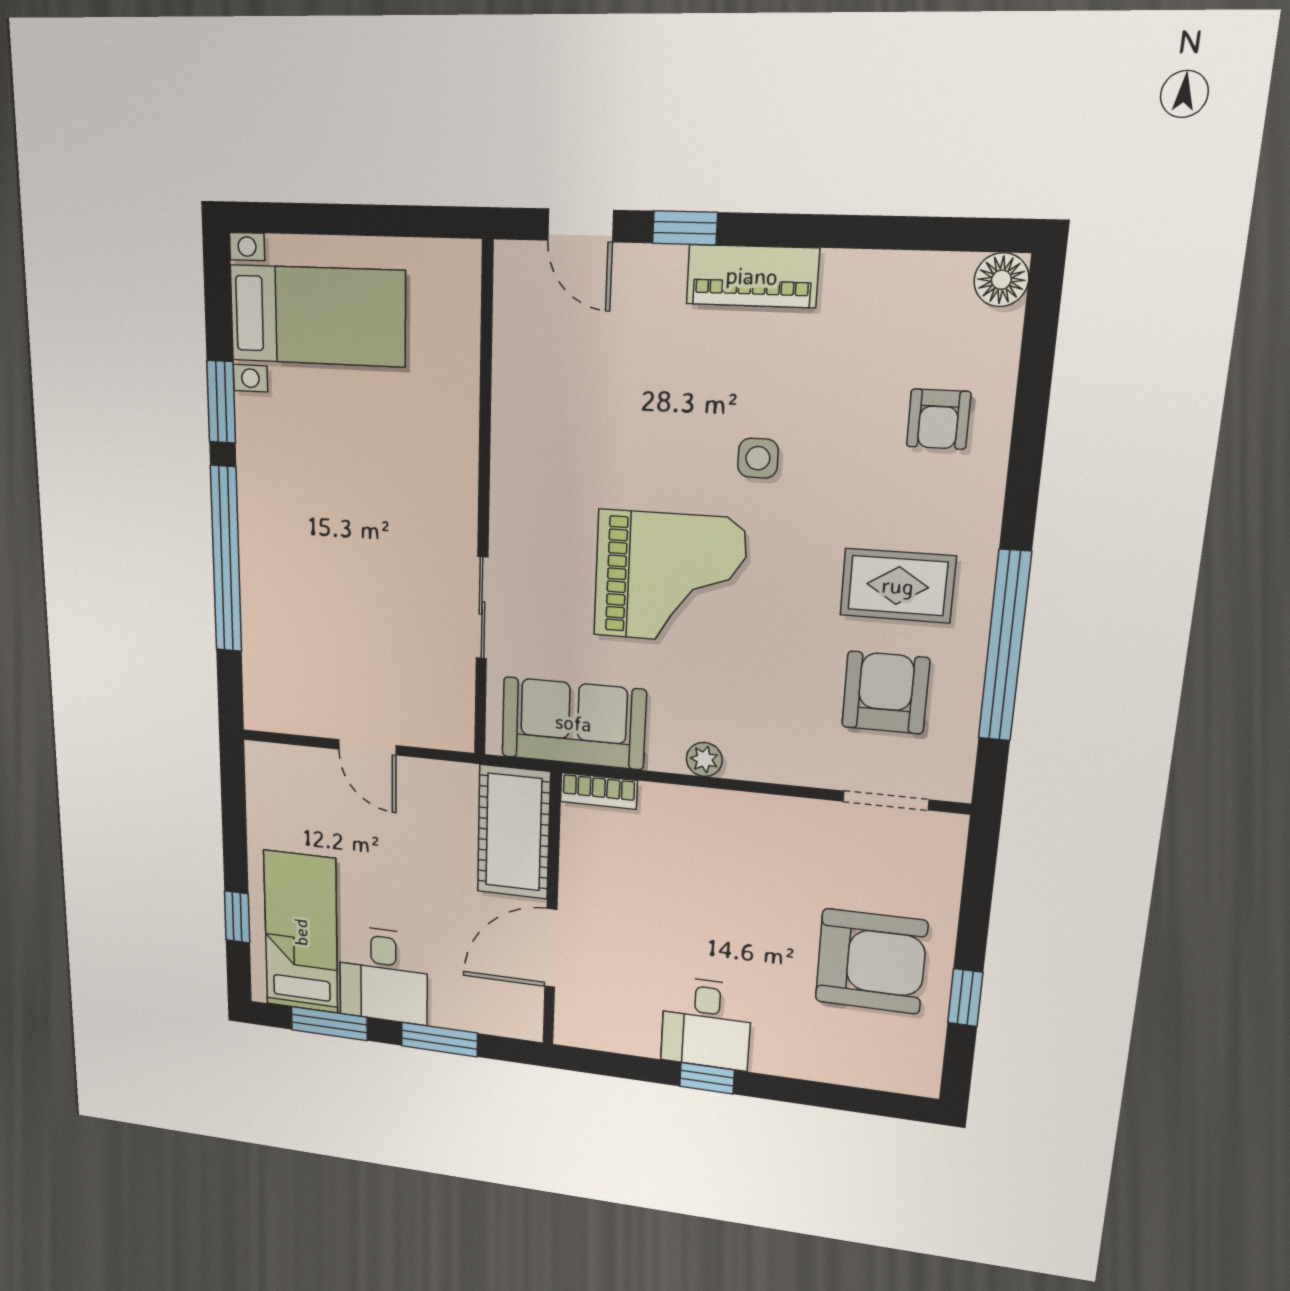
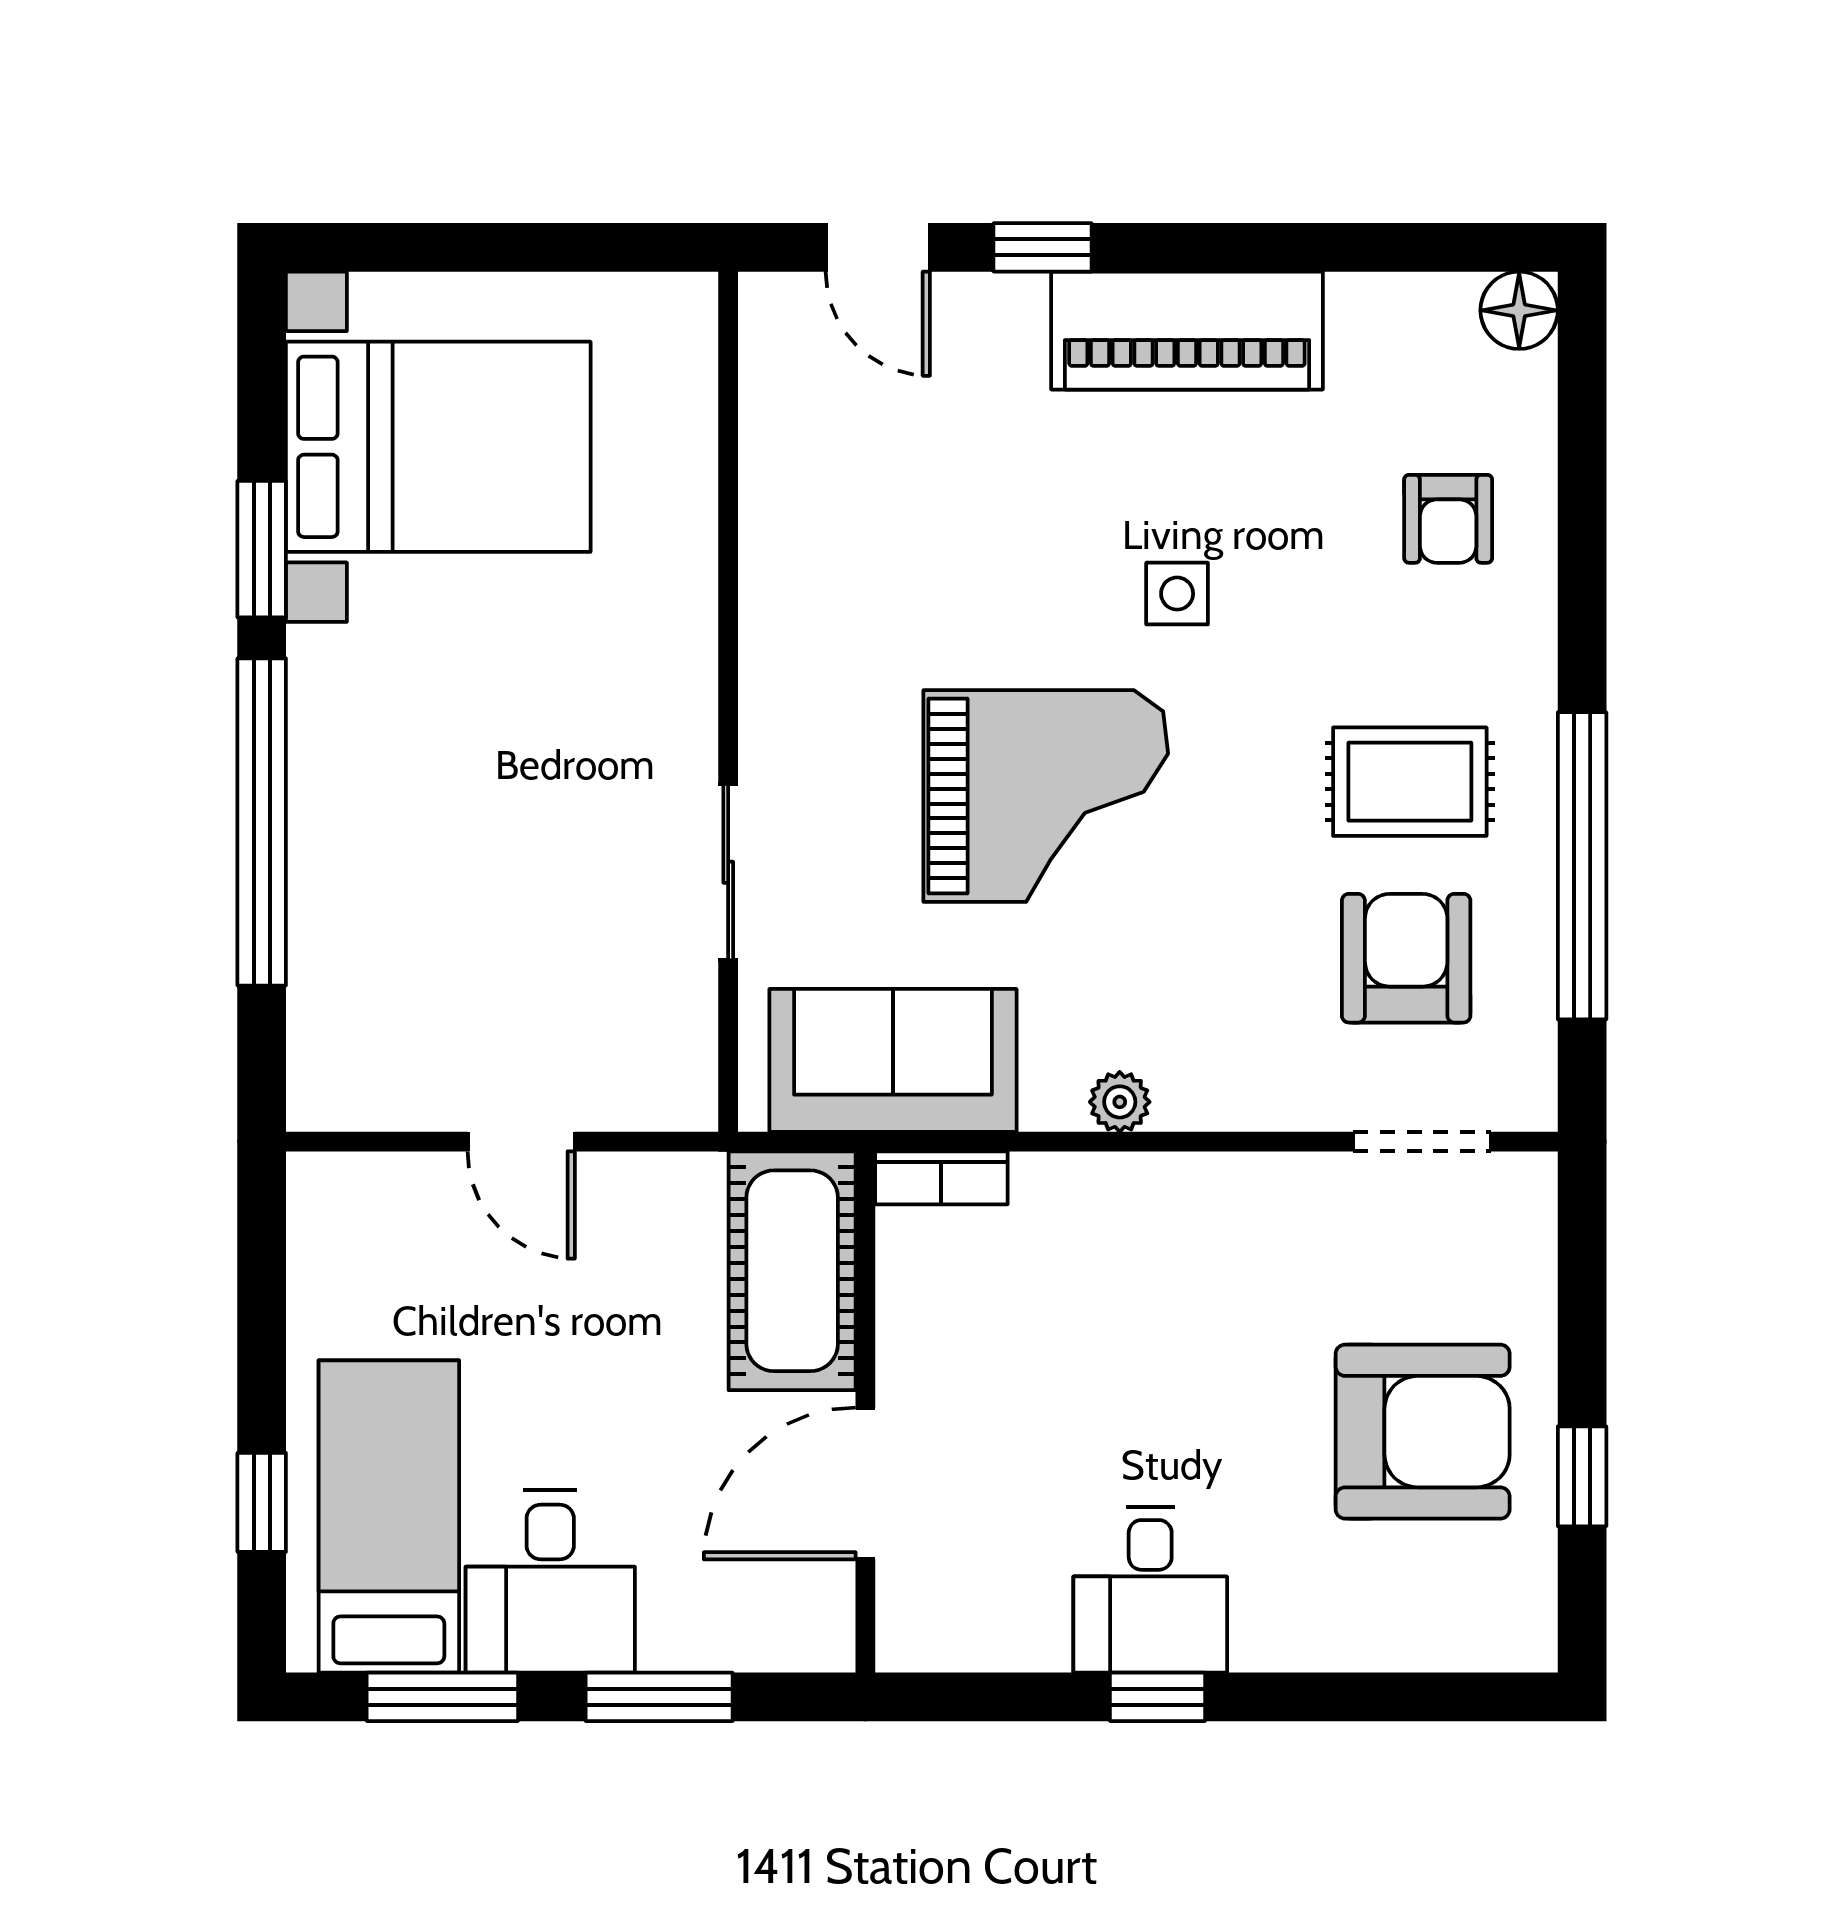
piano: (752, 276) -> (1187, 331), width x1.37, depth x1.33
bed with nightstands: (317, 316) -> (438, 447), width x1.36

